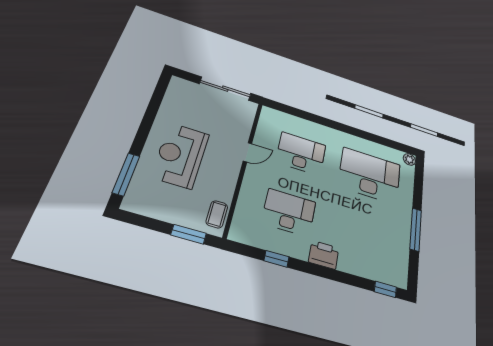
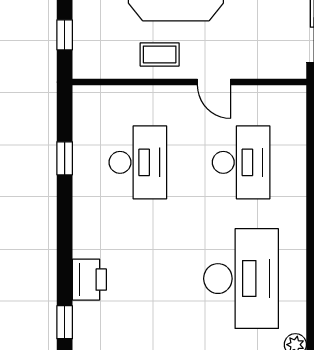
coffee table: (217, 214) -> (160, 54), moved
window: (189, 234) -> (65, 35), width x0.67
printer: (324, 255) -> (89, 280), moved

